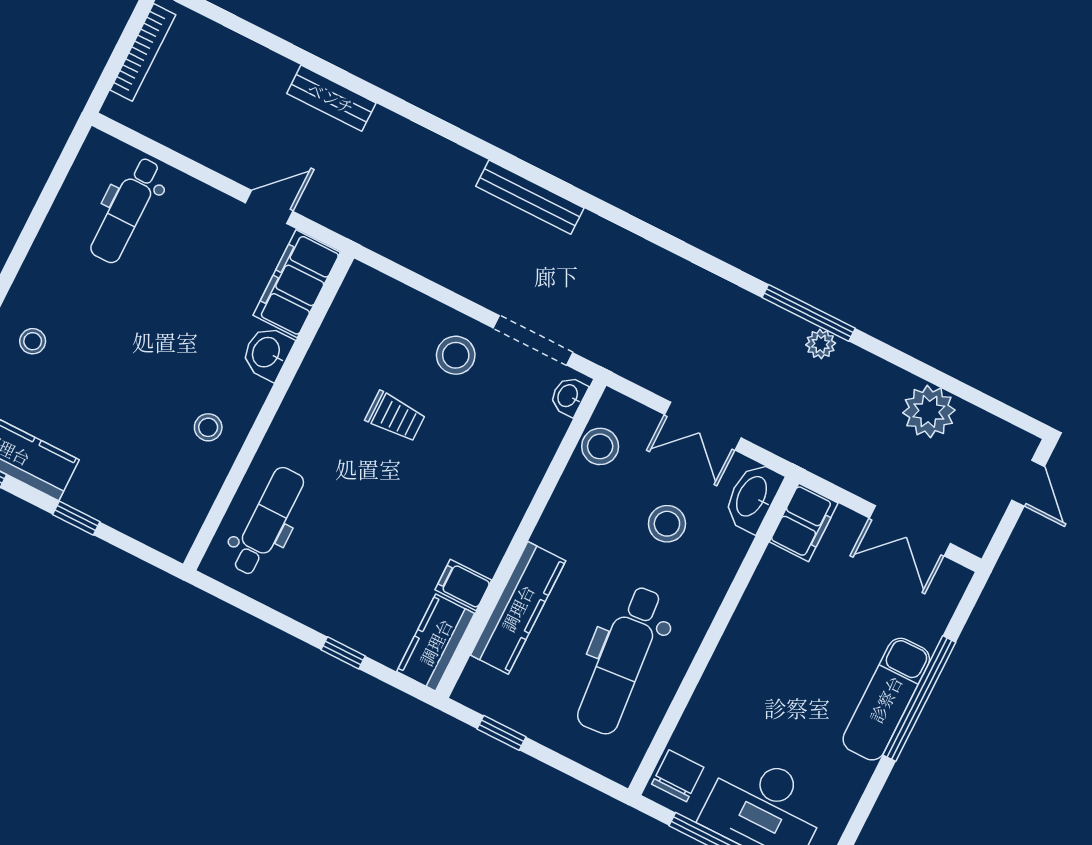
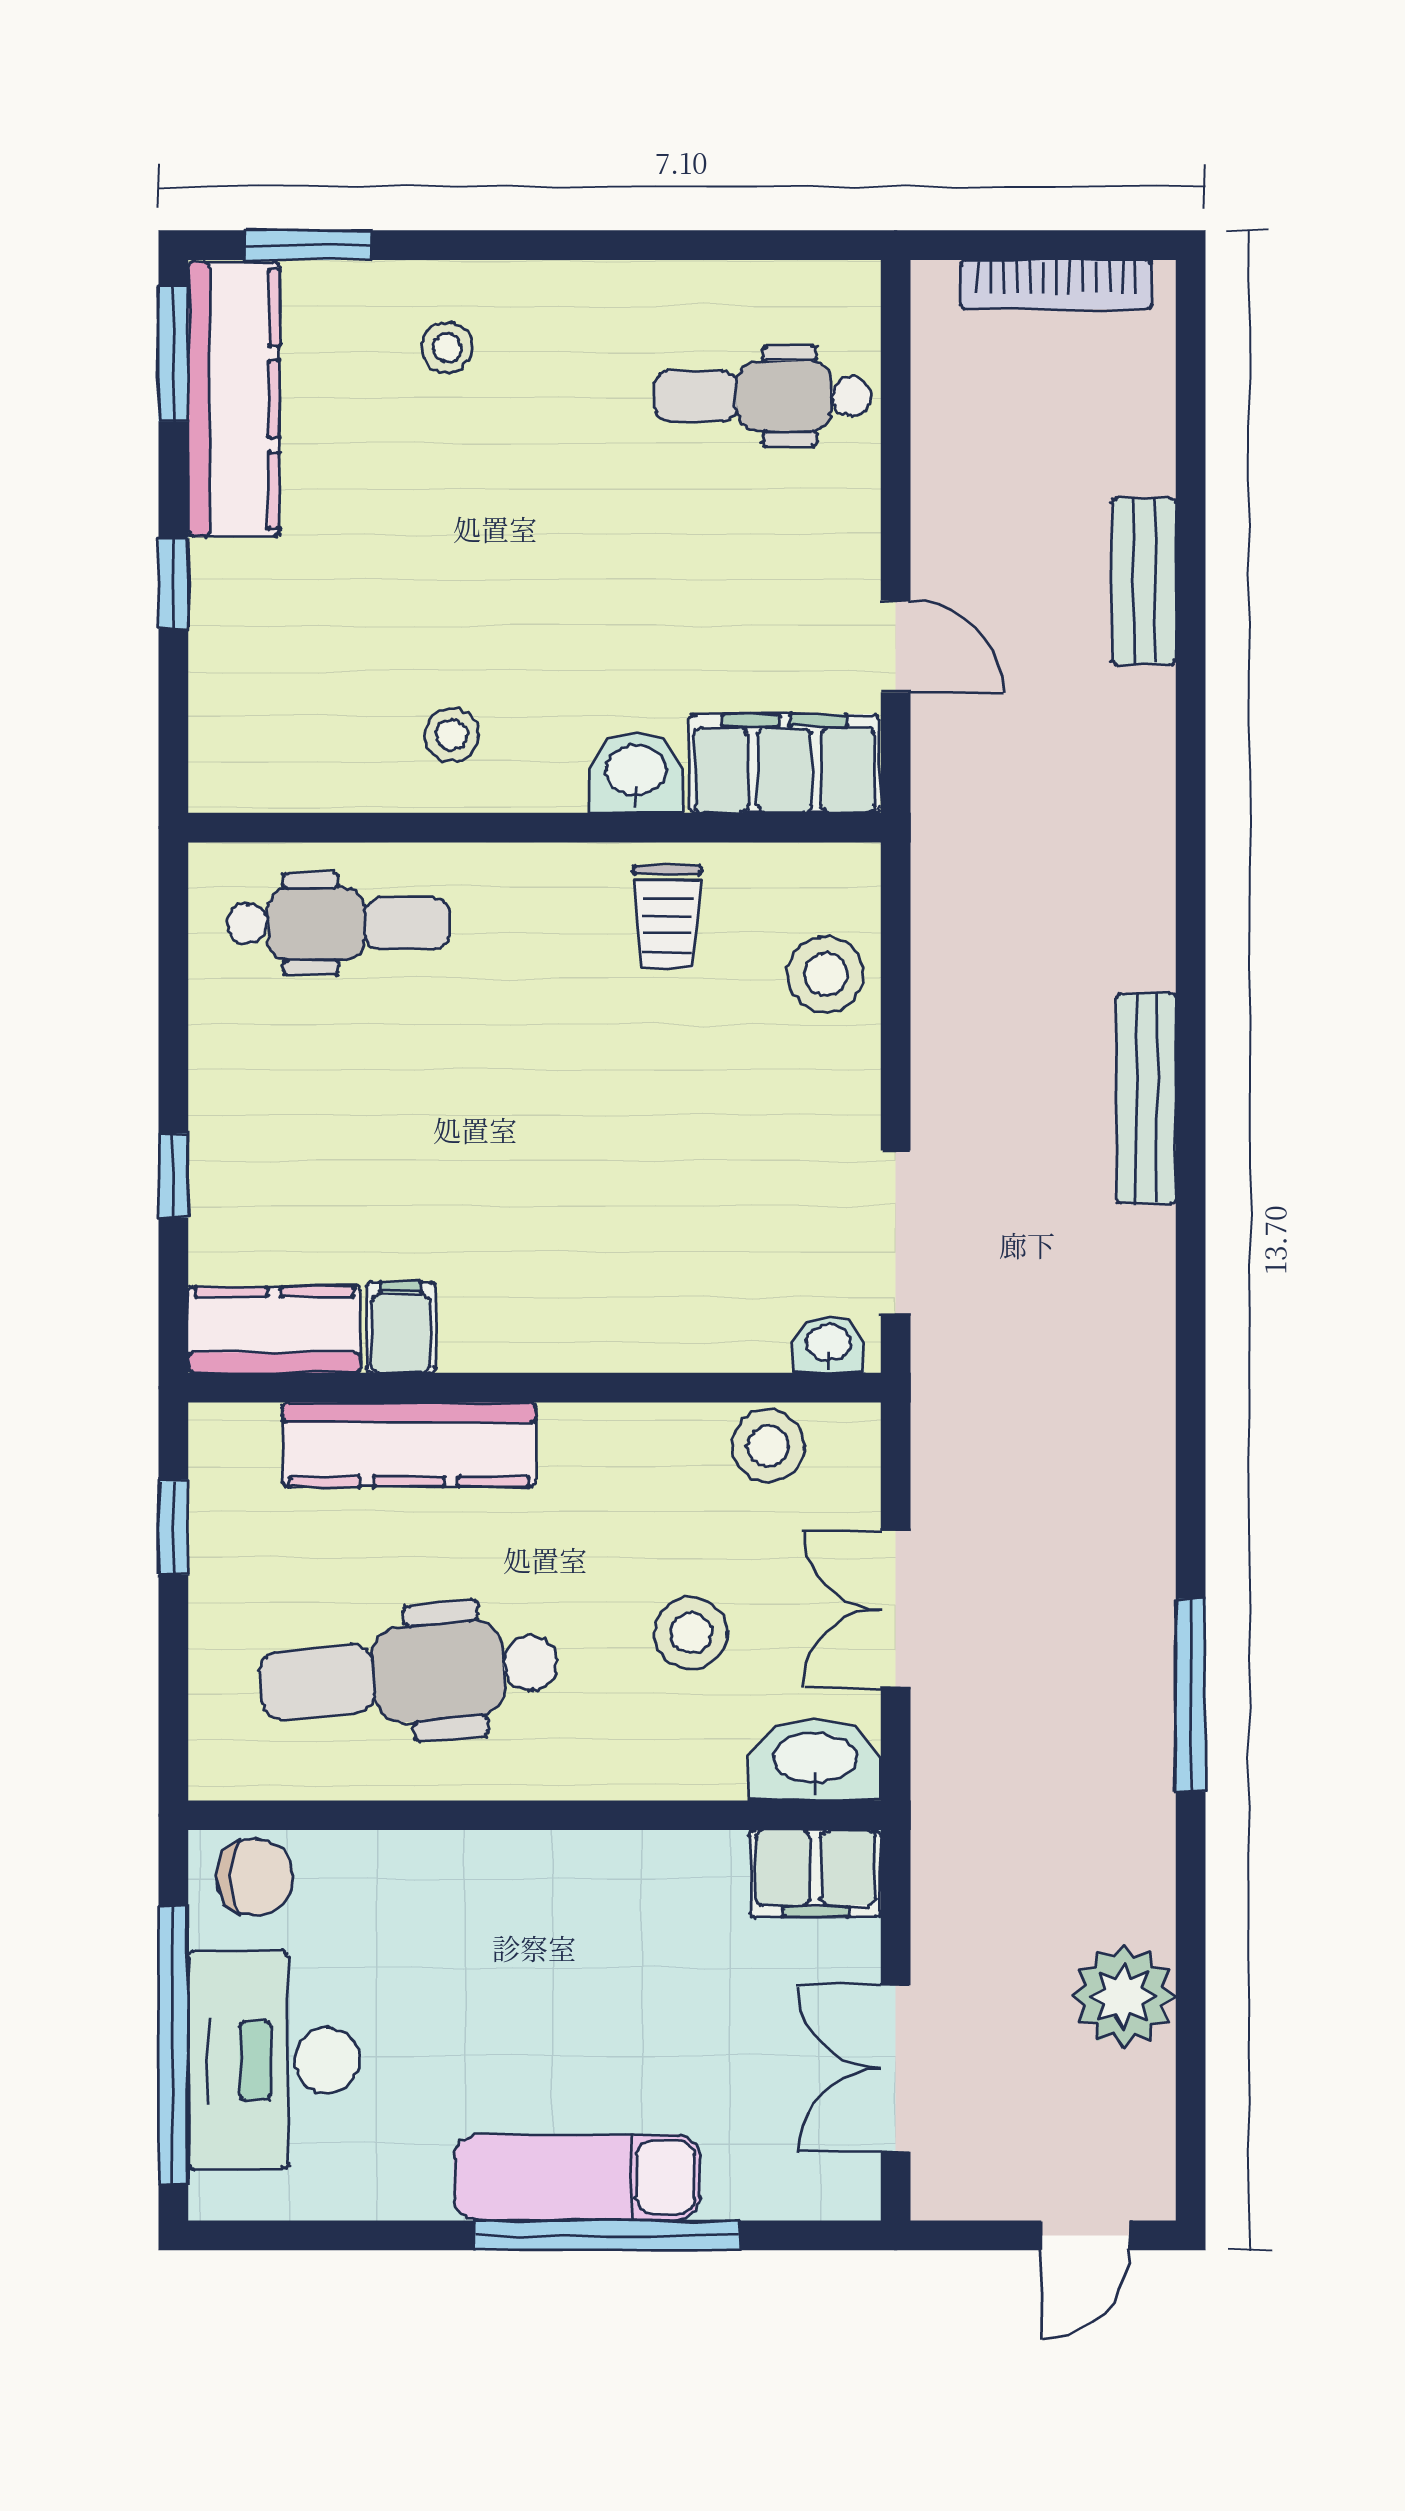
bench: (331, 98) -> (1144, 581), moved
plant: (821, 344) -> (1146, 1744), removed
stool: (456, 355) -> (826, 974), moved
trolley: (395, 417) -> (667, 917), moved

